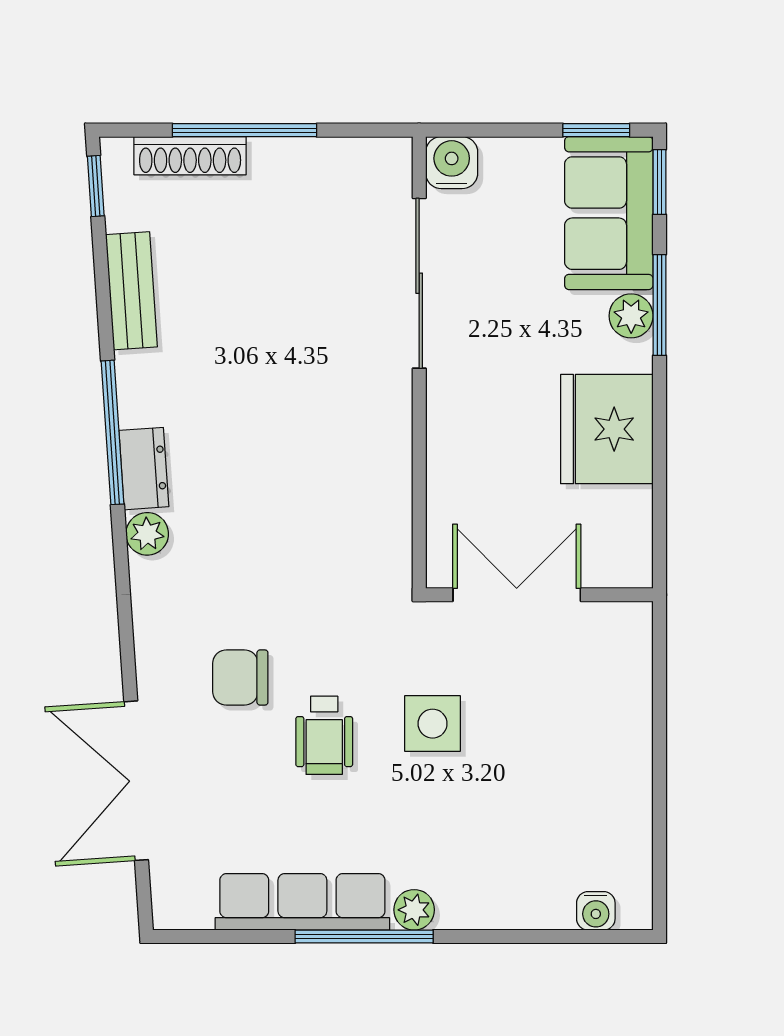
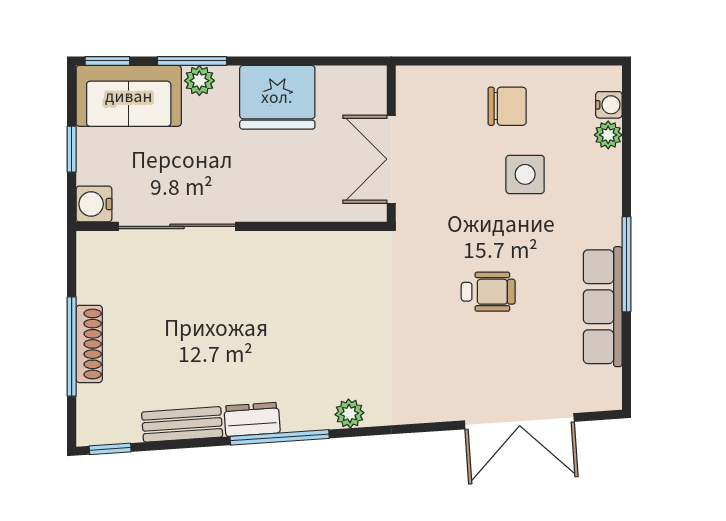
window: (596, 130) -> (72, 149), moved
shoe rack: (190, 156) -> (89, 344), moved
dresser: (144, 469) -> (252, 419), moved
chair: (240, 677) -> (507, 106), moved, turned -90
side table: (433, 724) -> (525, 174), moved
plant: (414, 910) -> (608, 135), moved

